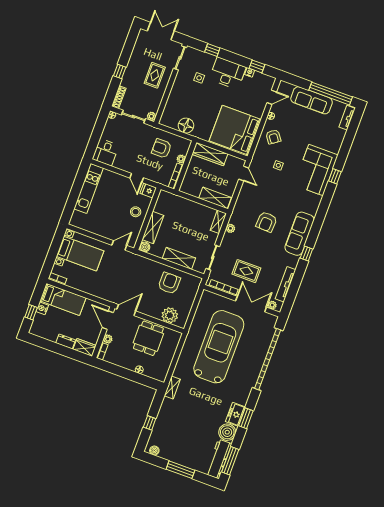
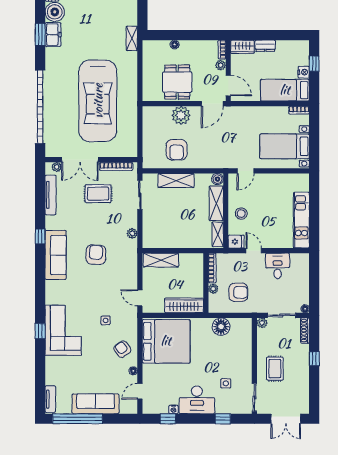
desk: (106, 152) -> (278, 266), moved
shelving: (218, 222) -> (218, 234), moved
plant: (170, 315) -> (181, 115), moved

